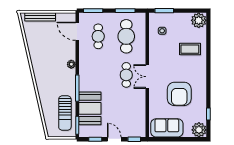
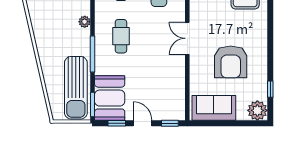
cafe table: (126, 75) -> (121, 36), moved
booth: (90, 108) -> (110, 98), moved
sun lounger: (65, 113) -> (76, 88), width x1.36, depth x1.34

